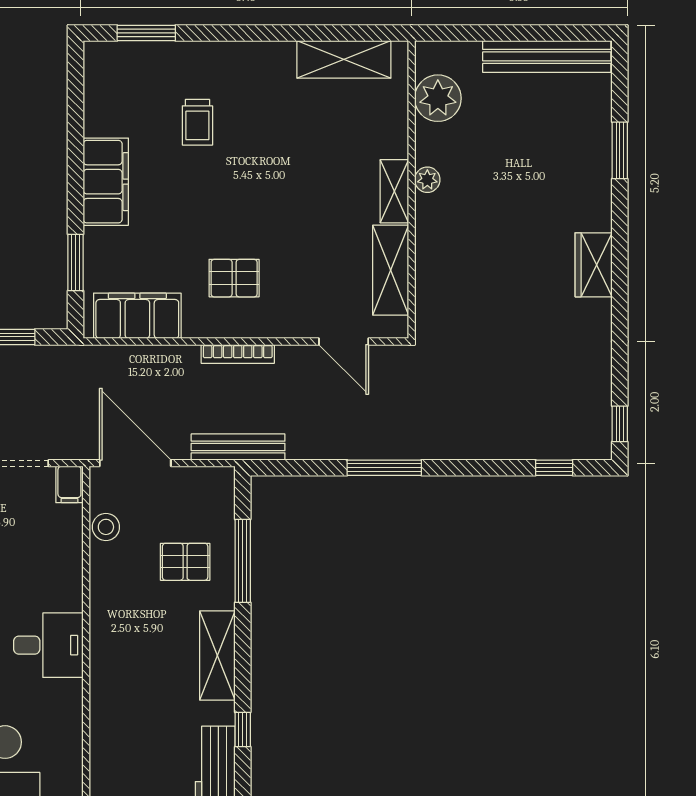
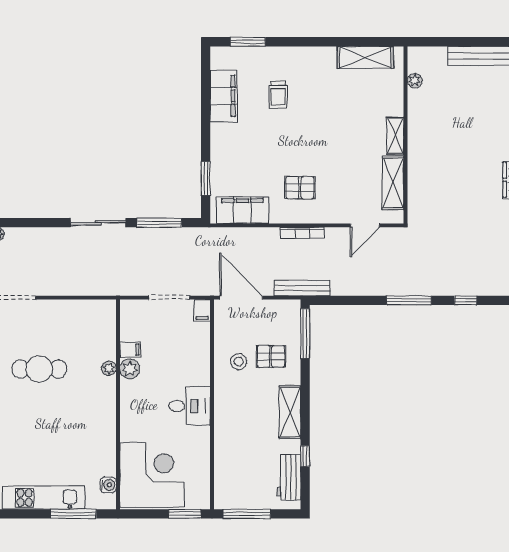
plant: (438, 98) -> (415, 81), width x0.53, depth x0.53
plant: (427, 180) -> (415, 129), removed
filing cabinet: (106, 182) -> (224, 96), moved
door: (344, 342) -> (365, 225), hinge flipped
window: (384, 468) -> (409, 300), moved
window: (554, 468) -> (466, 300), moved
stool: (106, 527) -> (239, 362), moved
window: (243, 561) -> (305, 333), moved

